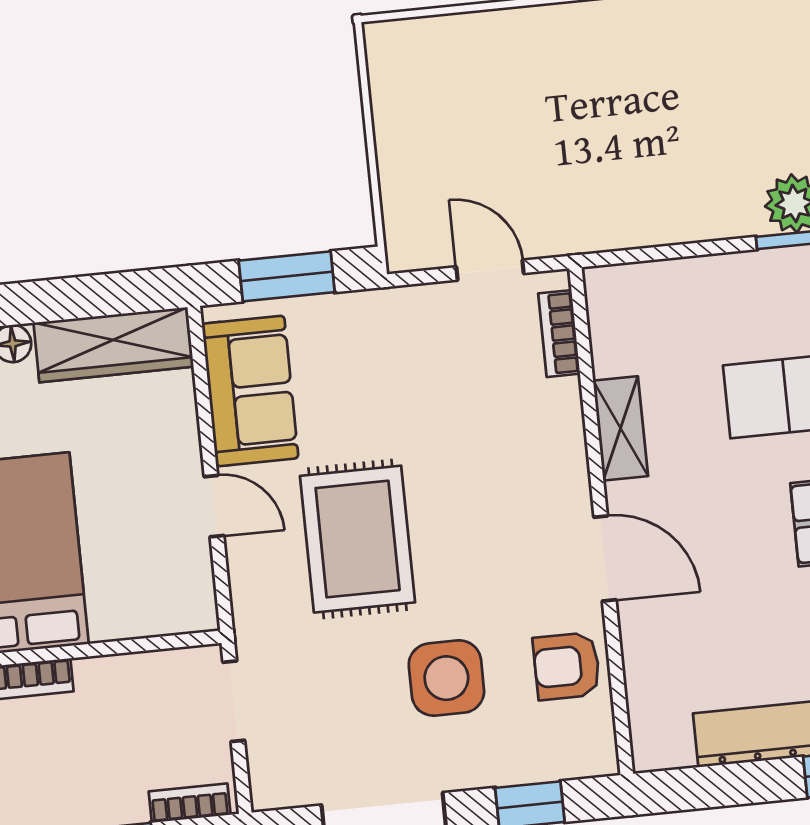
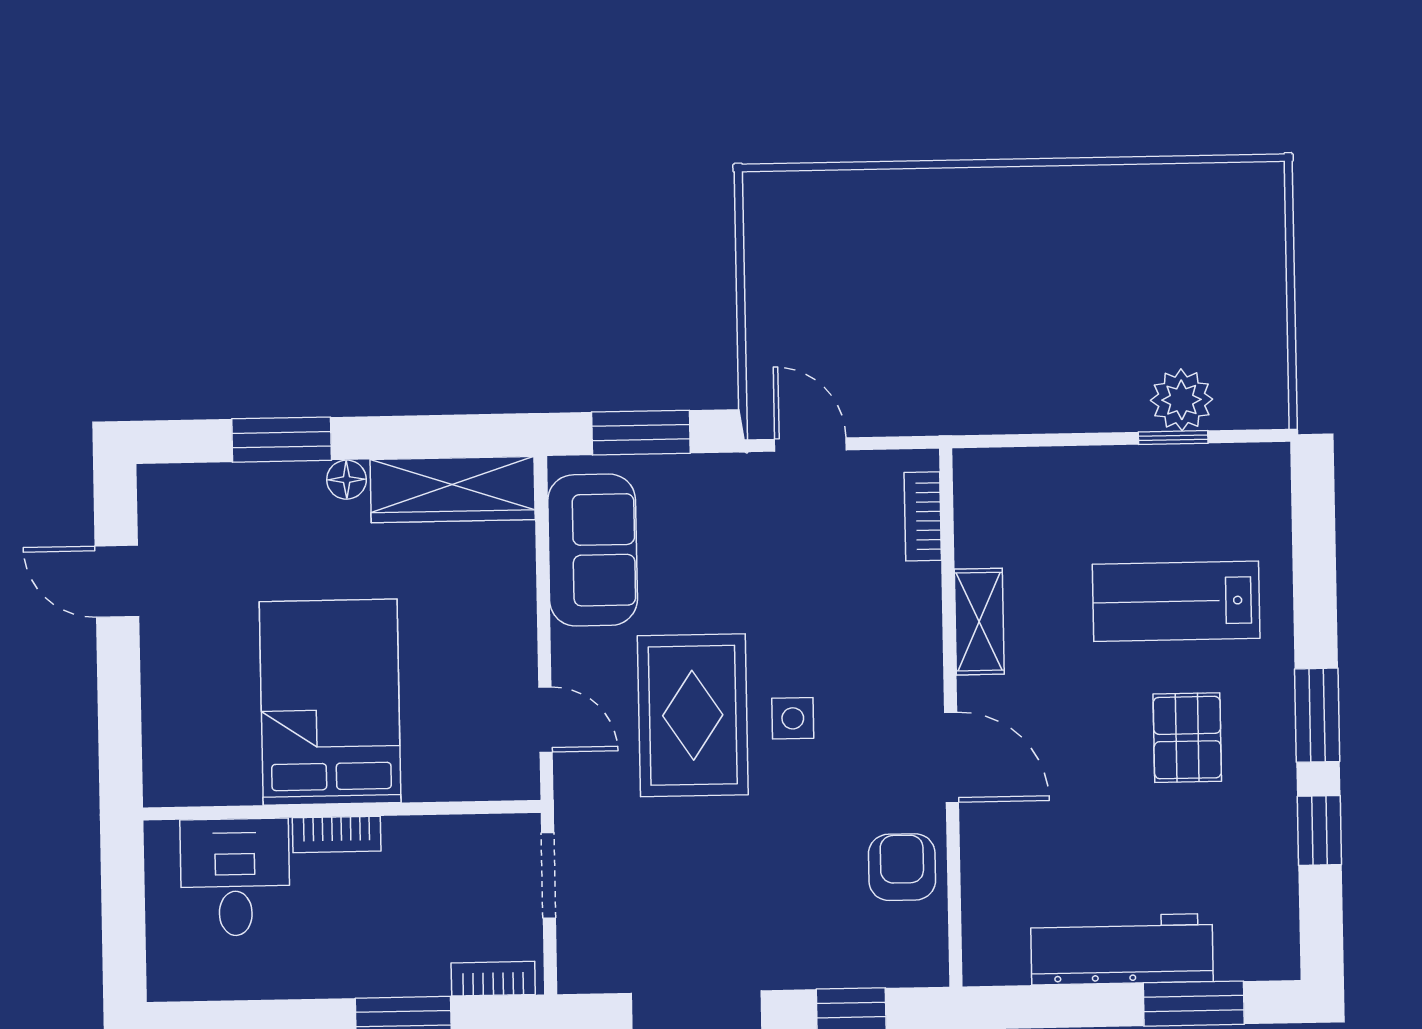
door: (490, 270) -> (810, 445), moved
door: (214, 506) -> (545, 720), moved
armchair: (567, 666) -> (902, 867), turned 90
side table: (446, 678) -> (793, 718), moved, width x0.54, depth x0.54

